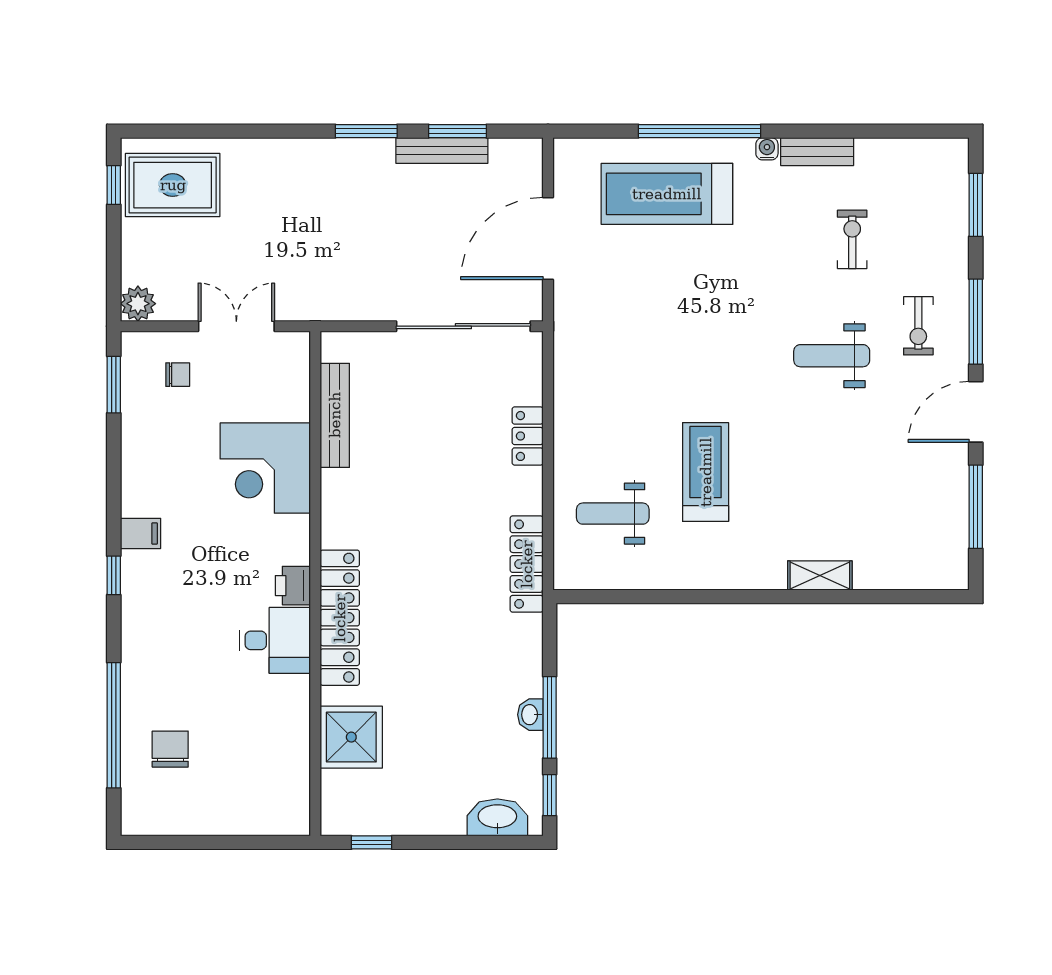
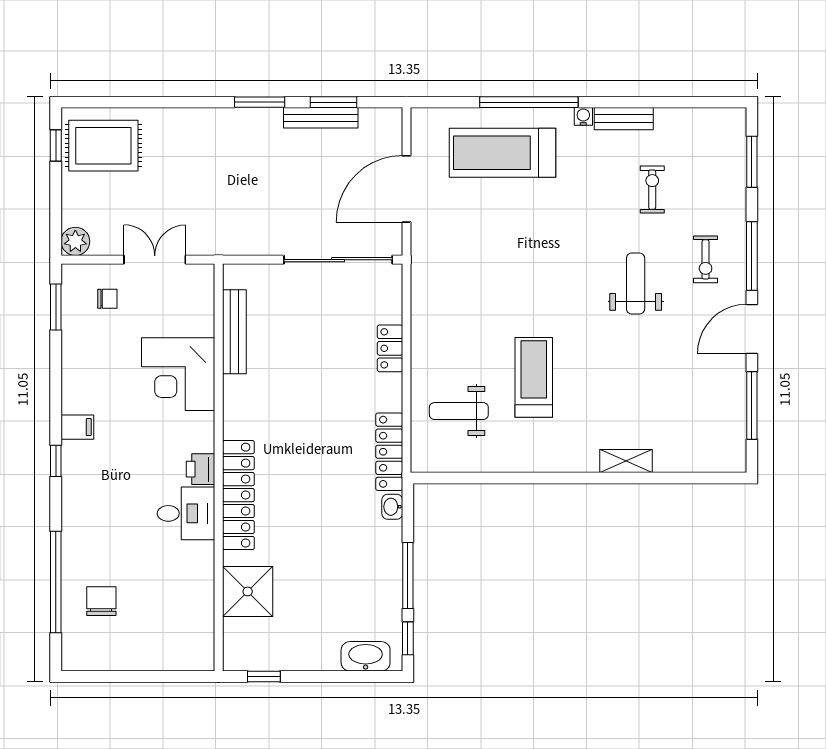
weight bench: (832, 356) -> (636, 283), turned 90
washbasin: (530, 715) -> (392, 507), moved

